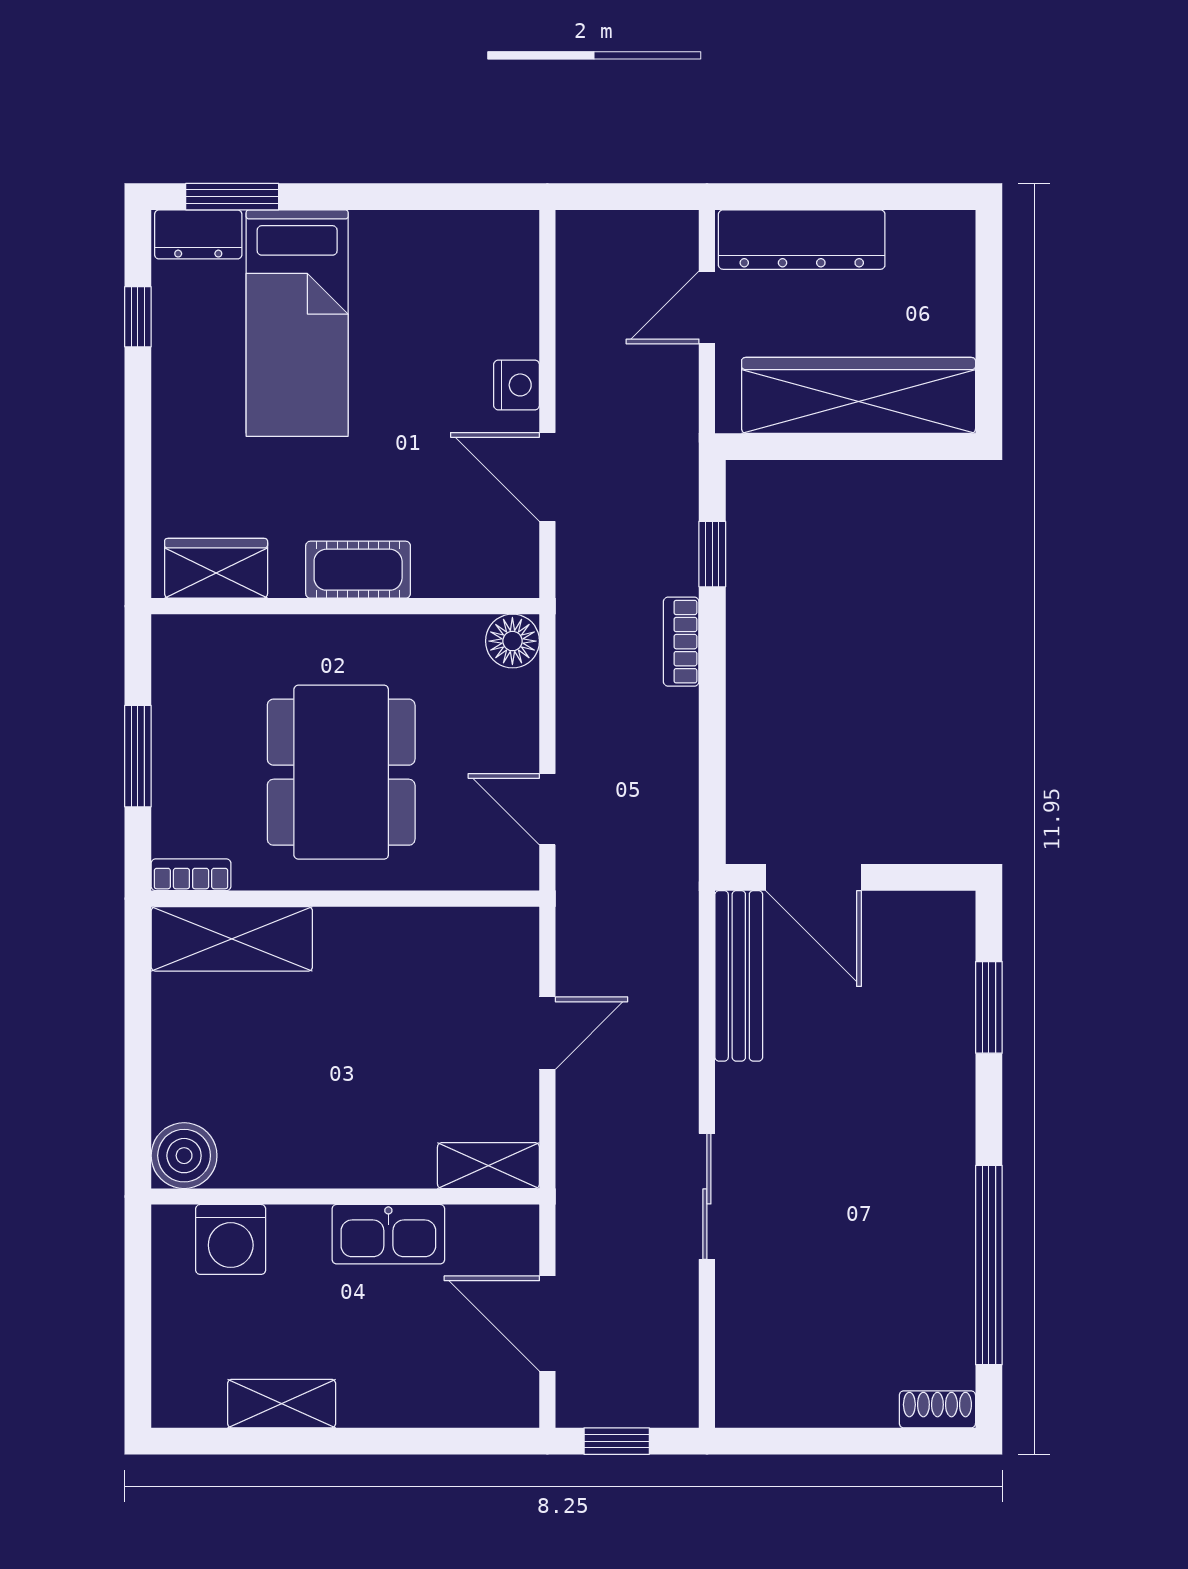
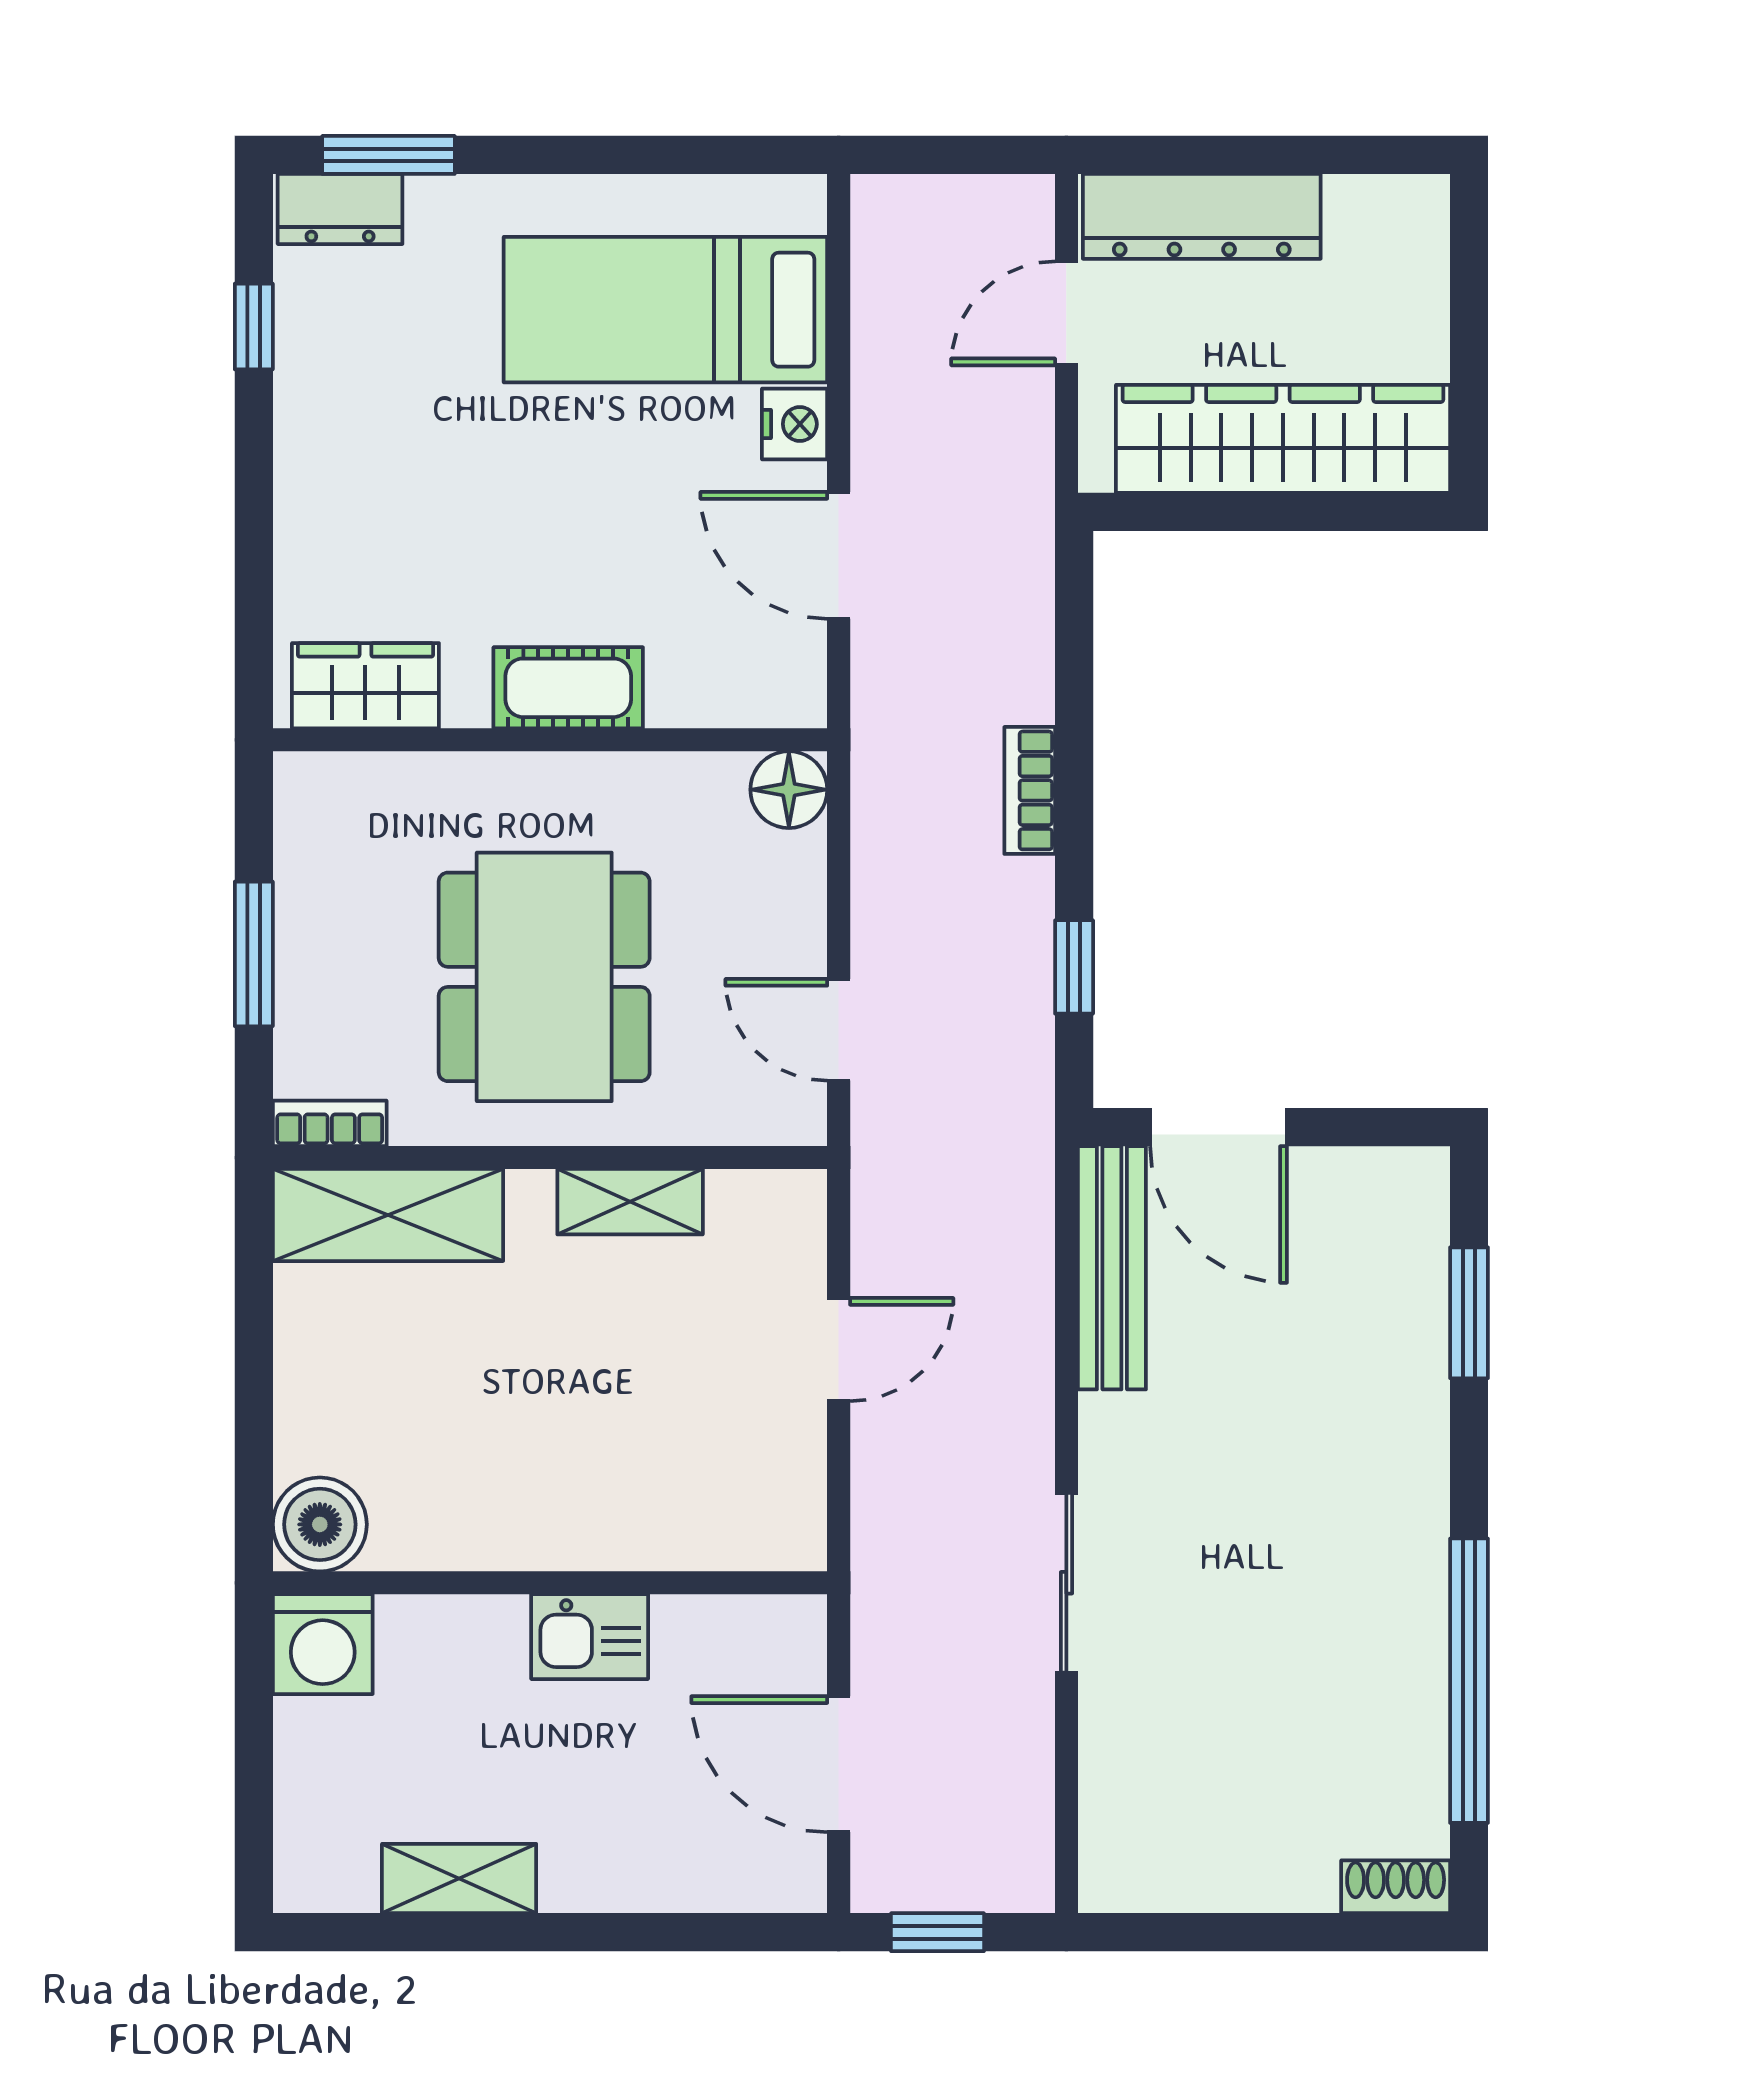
bed: (297, 323) -> (665, 310), moved, turned 90
window: (712, 554) -> (1074, 967), moved
shelving: (488, 1166) -> (630, 1202), moved
kitchen sink: (388, 1234) -> (590, 1637), width x0.73
washing machine: (231, 1239) -> (323, 1644), moved

